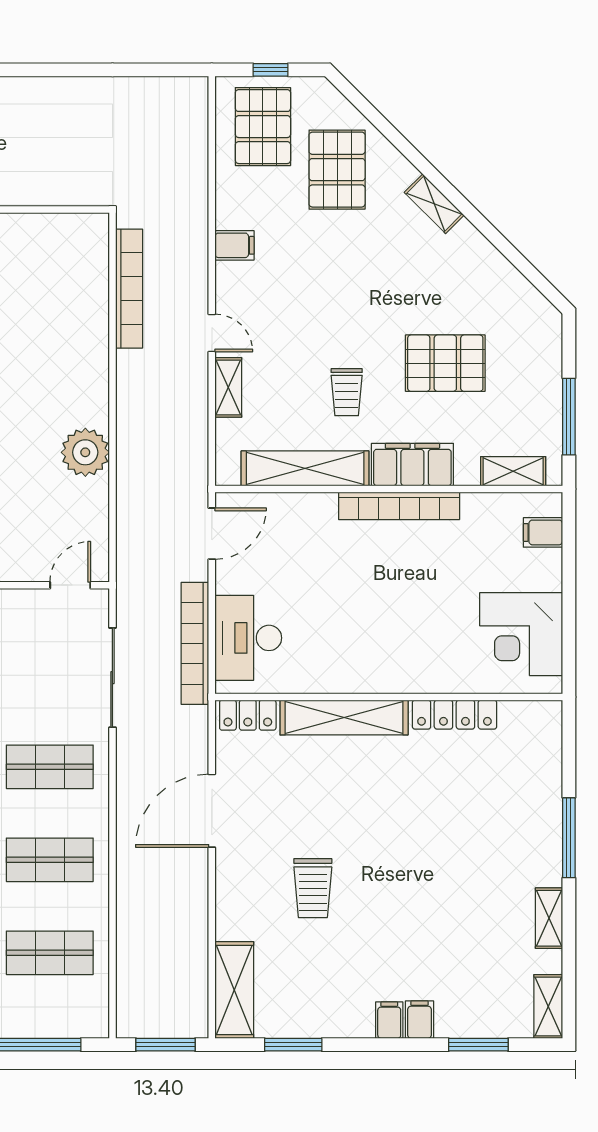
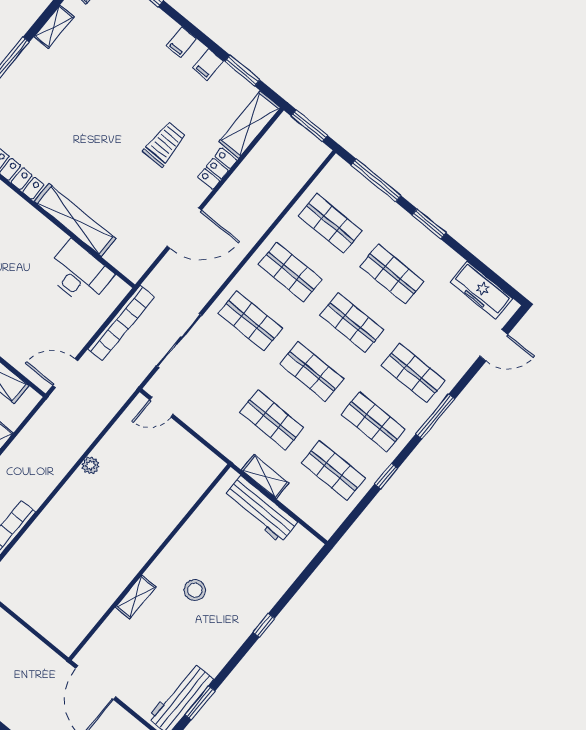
plant: (85, 452) -> (91, 465), width x0.53, depth x0.53
desk: (248, 638) -> (79, 273), moved, turned -90
locker: (248, 715) -> (217, 169), moved, turned -90
filing cabinet: (419, 1020) -> (208, 64), moved

